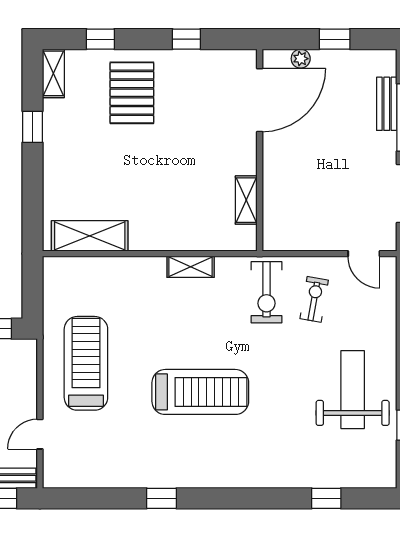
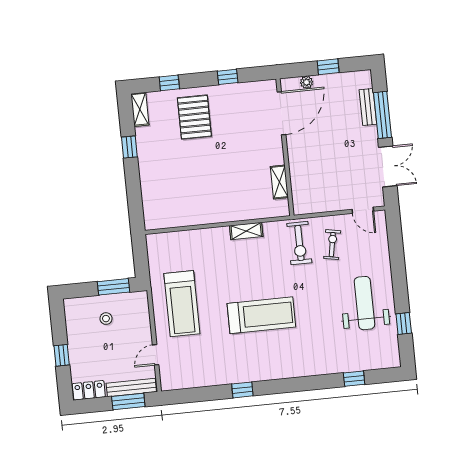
shelving: (90, 236) -> (176, 217), removed
treadmill: (86, 363) -> (182, 304), turned 180

